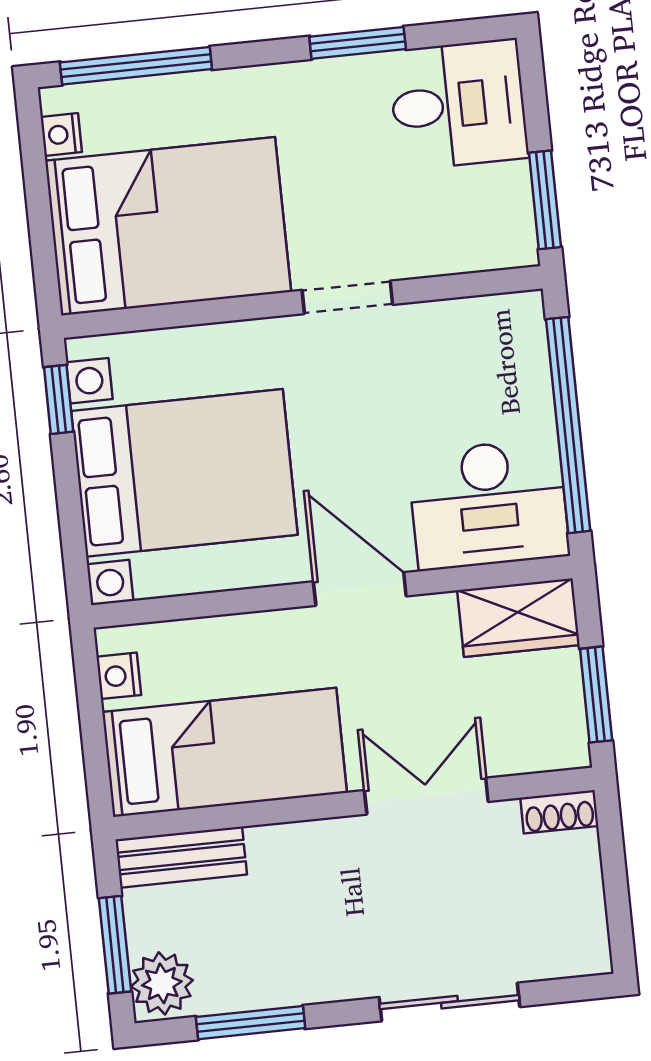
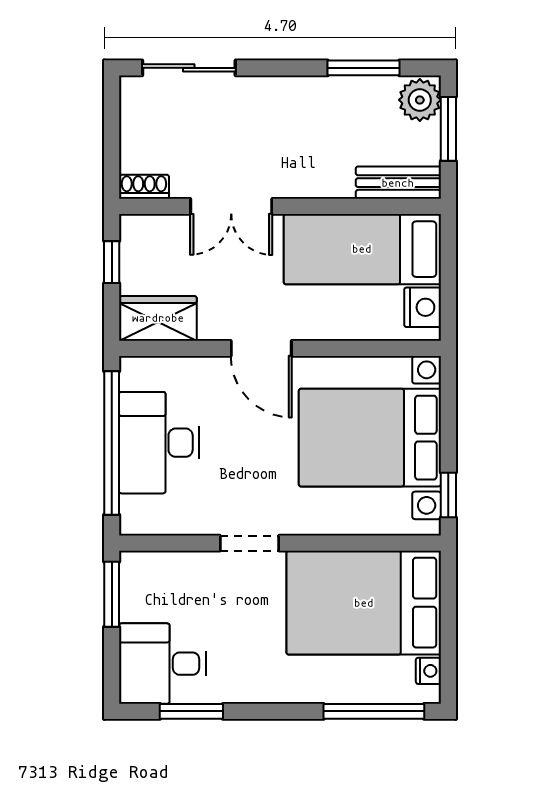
window: (358, 43) -> (191, 711), moved
desk: (488, 504) -> (159, 443), moved, turned -90
nightstand: (119, 676) -> (423, 307), width x1.39, depth x1.35
window: (596, 695) -> (112, 262), width x0.67
sliding door: (449, 1002) -> (189, 68), moved

